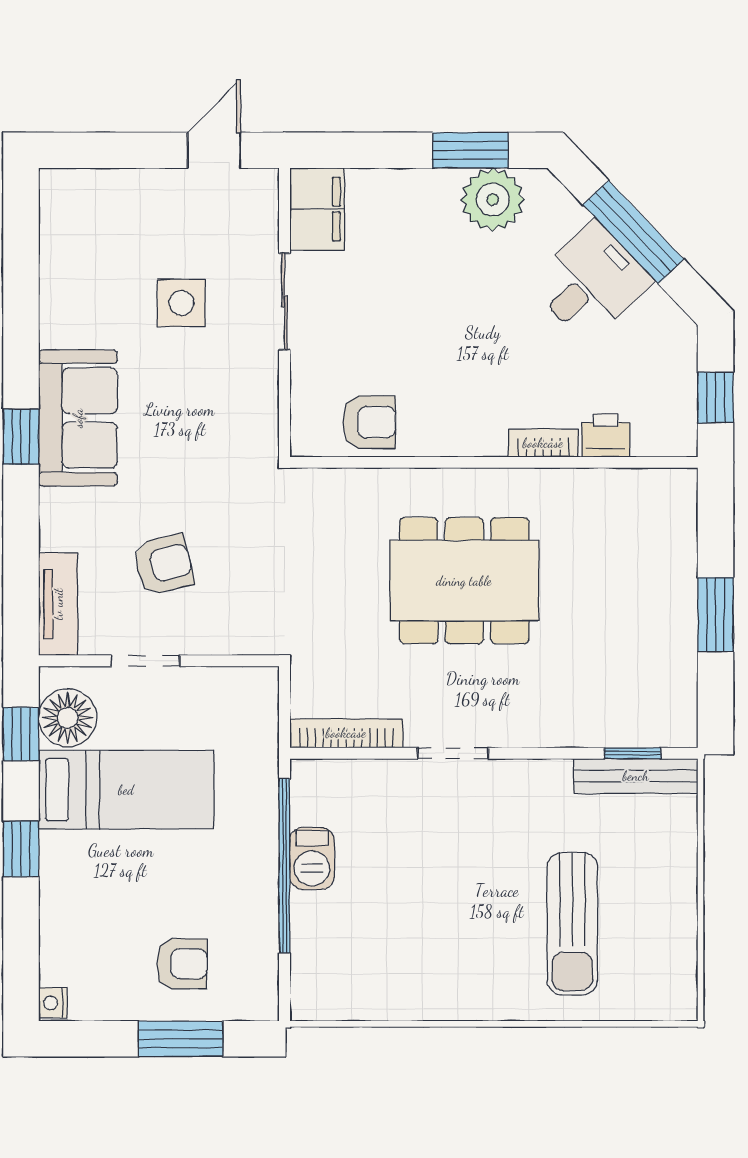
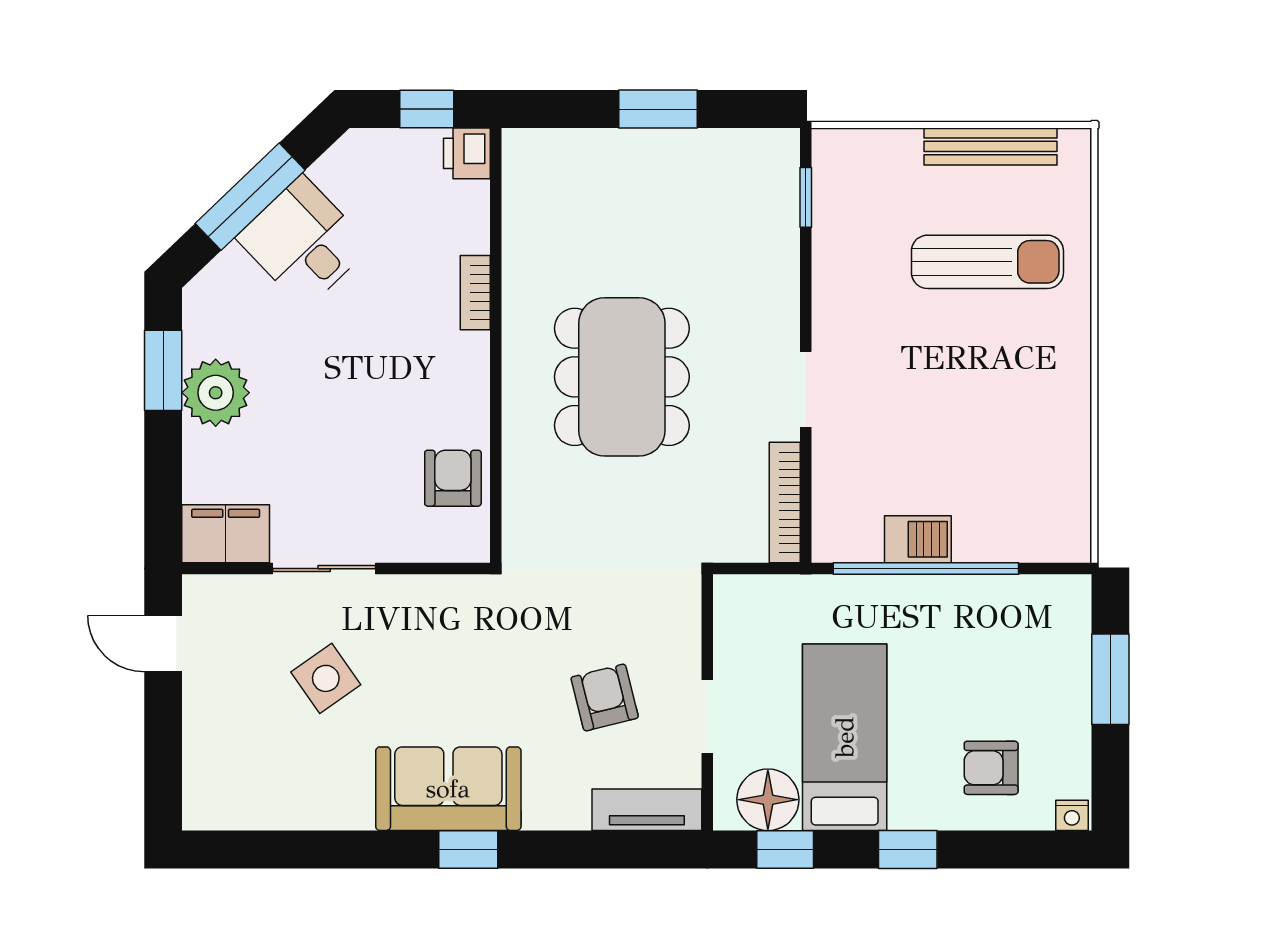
plant: (493, 200) -> (216, 393), moved
side table: (181, 303) -> (326, 678), turned -35
printer: (606, 435) -> (467, 153), moved
bench: (636, 776) -> (990, 146), moved, turned 90
armchair: (182, 964) -> (991, 768), moved, turned -90

